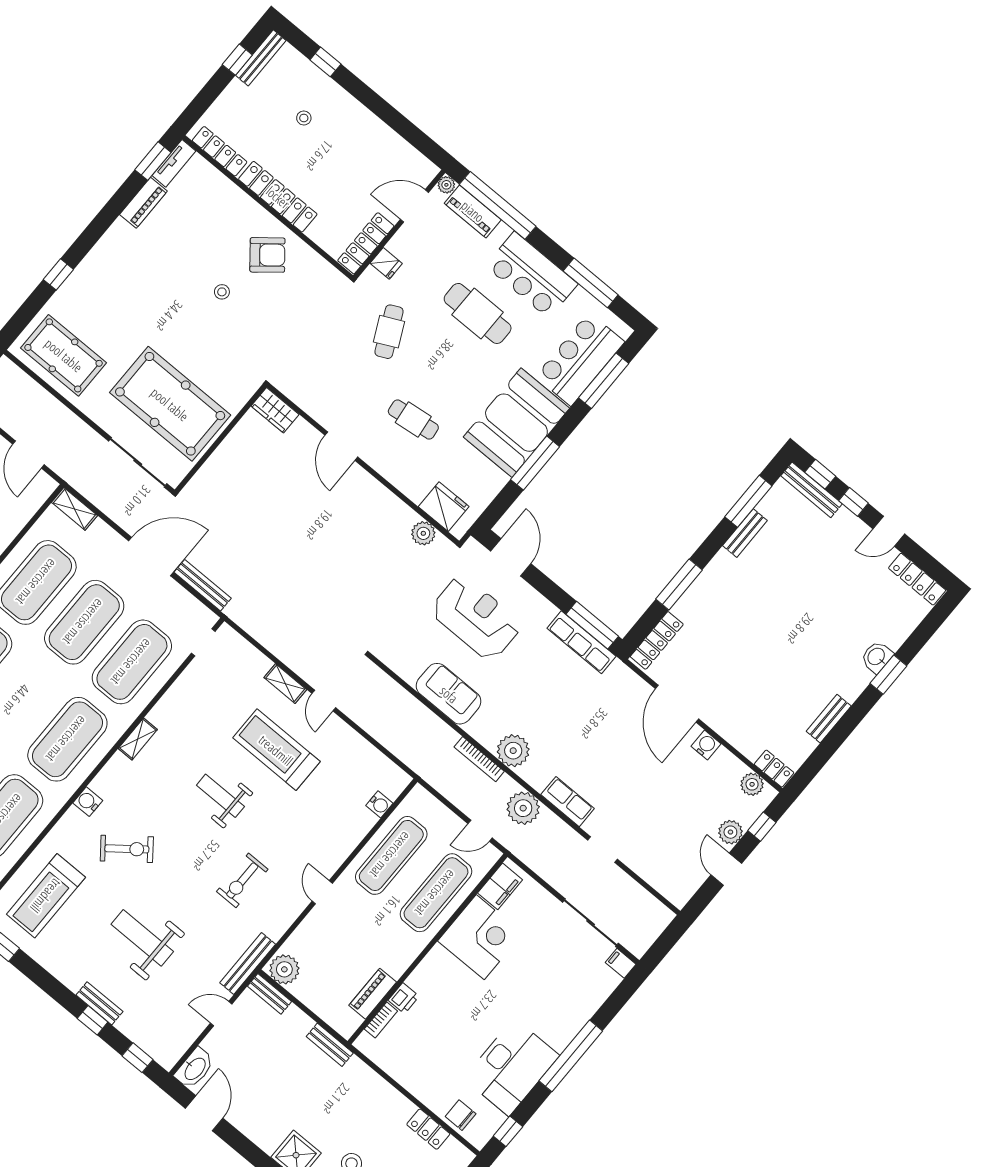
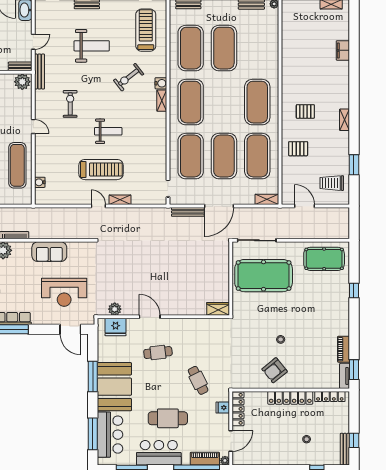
door: (341, 446) -> (150, 317), moved
shelving: (138, 739) -> (162, 101), moved

